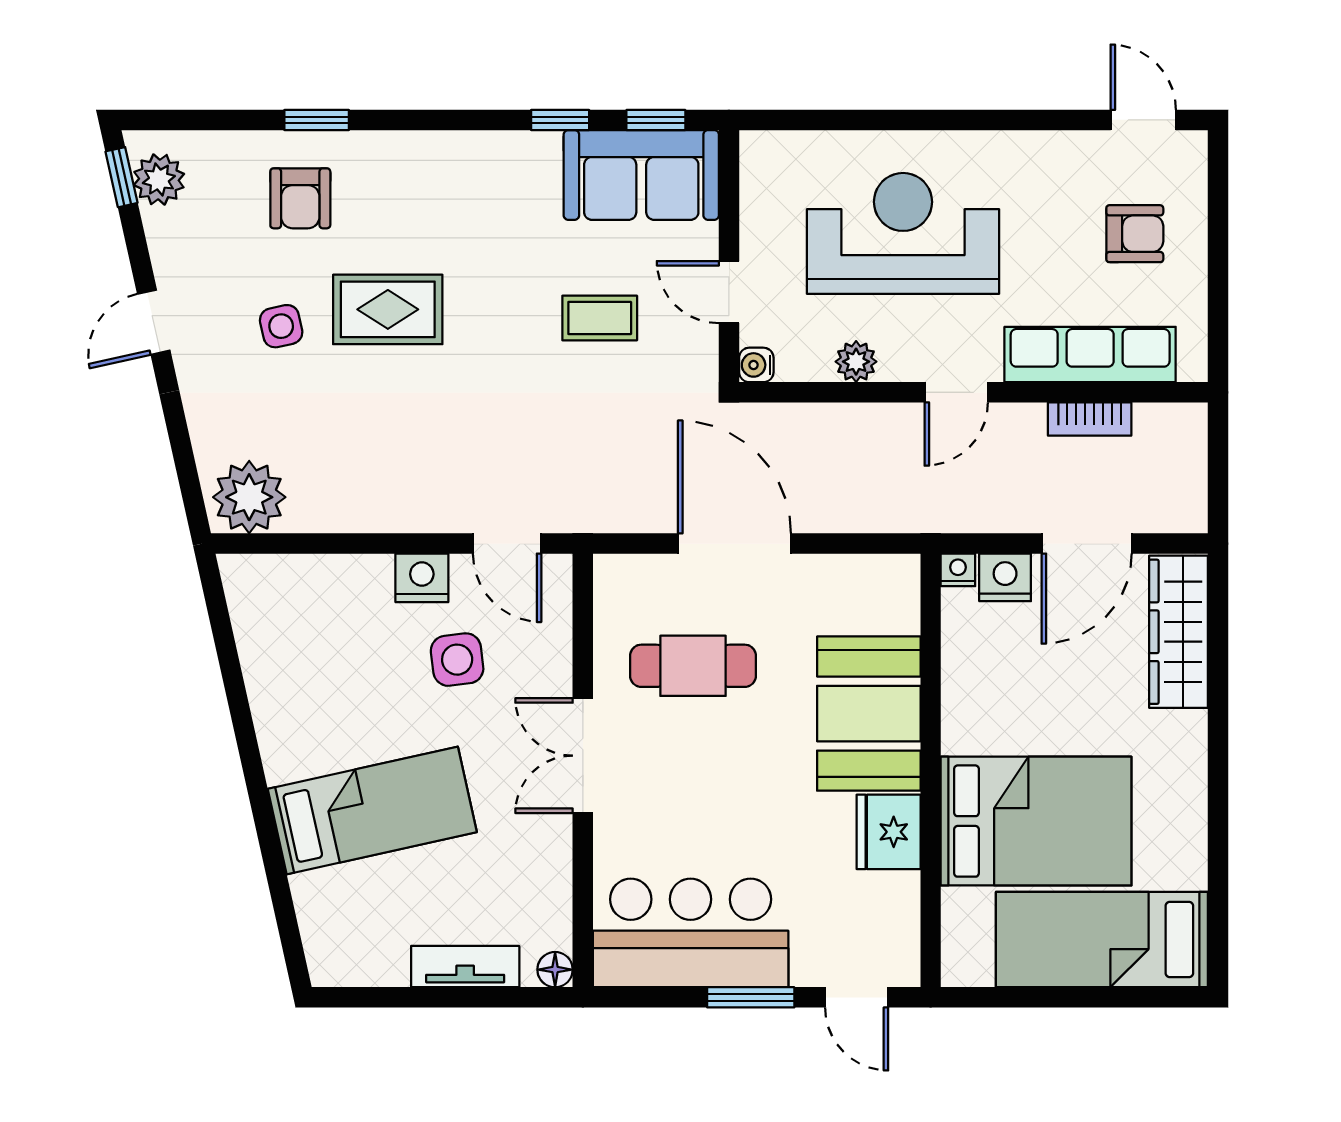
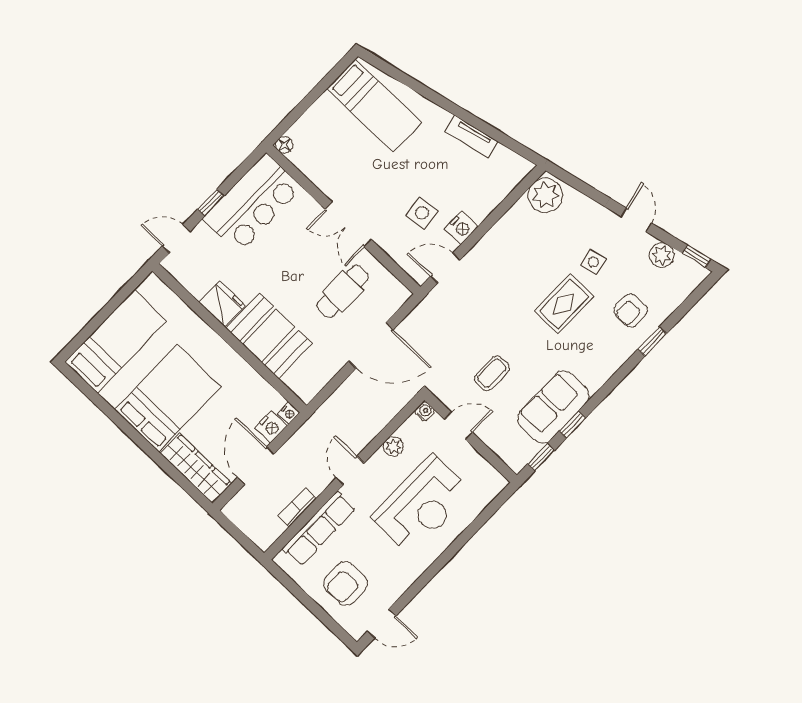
sofa: (641, 175) -> (553, 407), moved
plant: (159, 180) -> (662, 255), moved
armchair: (300, 198) -> (631, 310), turned -90
armchair: (1135, 234) -> (346, 583), width x1.38, depth x1.38
double door: (583, 756) -> (348, 224), swing flipped
bed: (372, 810) -> (374, 106), moved, turned -77
bed: (1036, 821) -> (168, 398), moved, turned 180
tv unit: (465, 967) -> (472, 137), moved, turned 77
window: (751, 997) -> (211, 203), width x0.67

